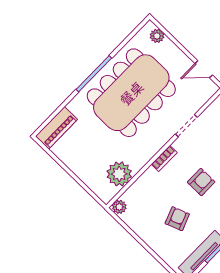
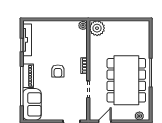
piano: (57, 128) -> (144, 33), removed
plant: (119, 174) -> (97, 28), moved
armchair: (177, 219) -> (53, 45), removed

